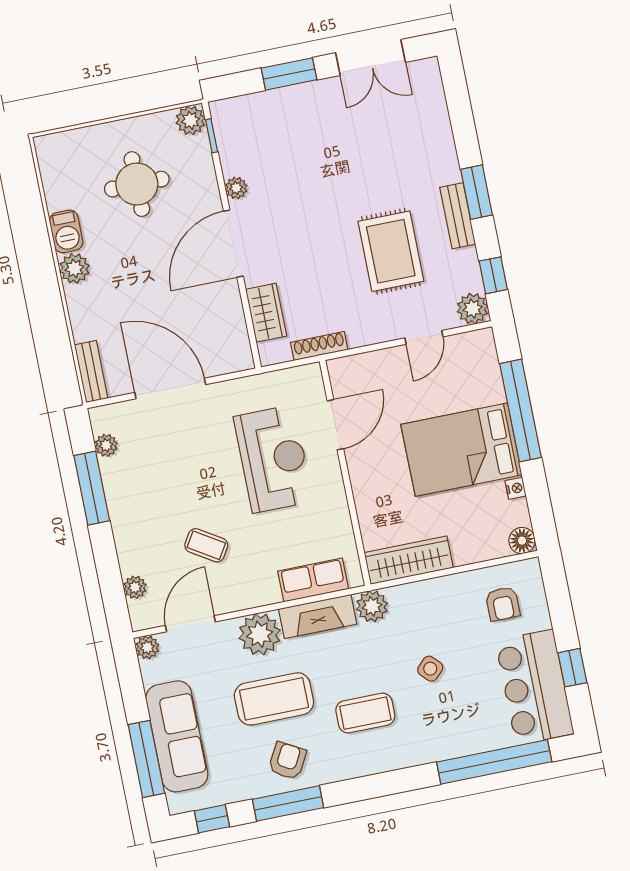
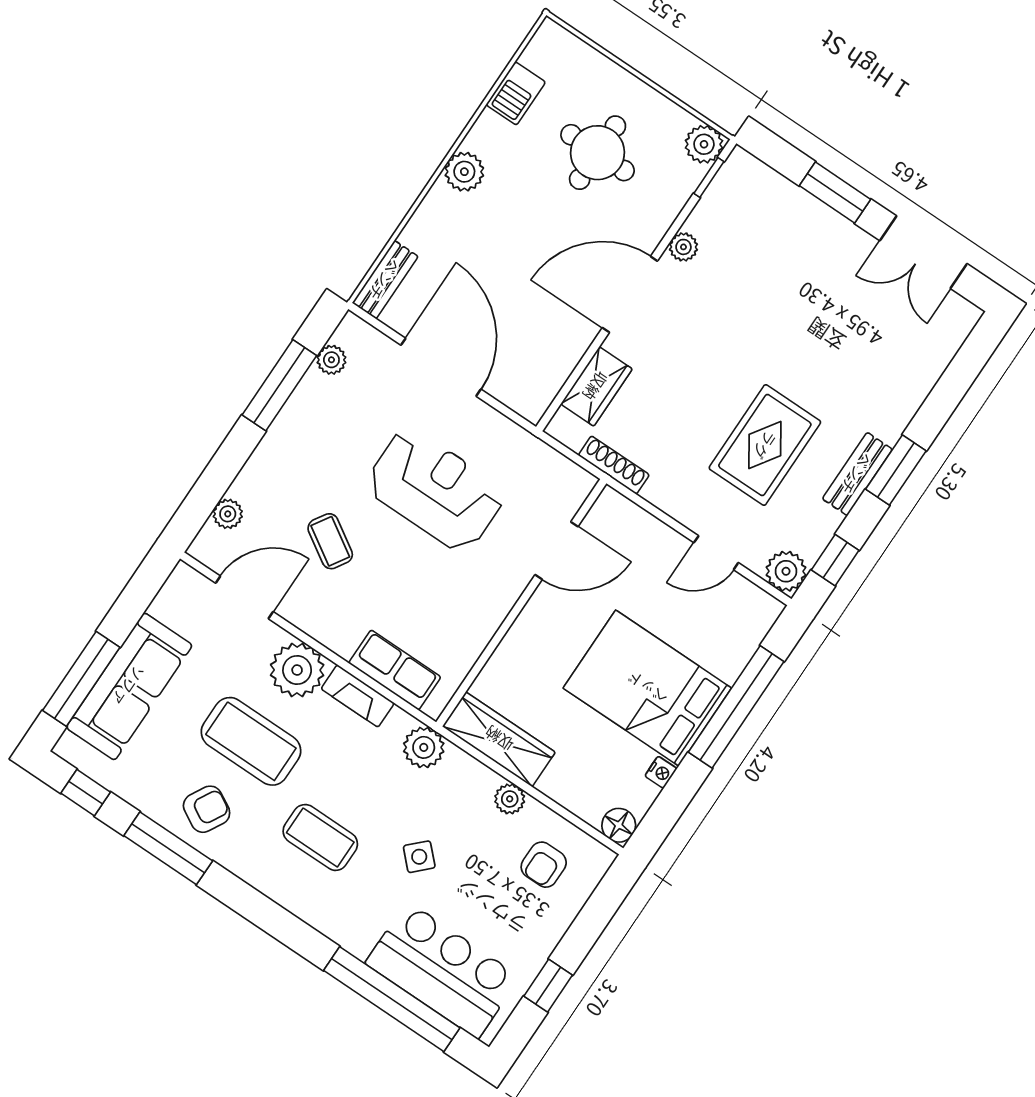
barbecue: (66, 231) -> (516, 93), moved
reception desk: (273, 459) -> (435, 490), moved, turned -90
fireplace: (318, 616) -> (358, 696), width x0.73, depth x0.76
plant: (147, 647) -> (510, 799), moved
bar counter: (535, 687) -> (442, 970), moved, turned 90

